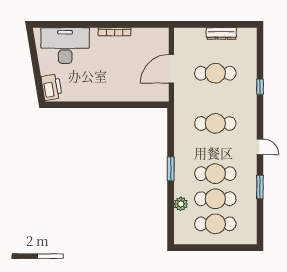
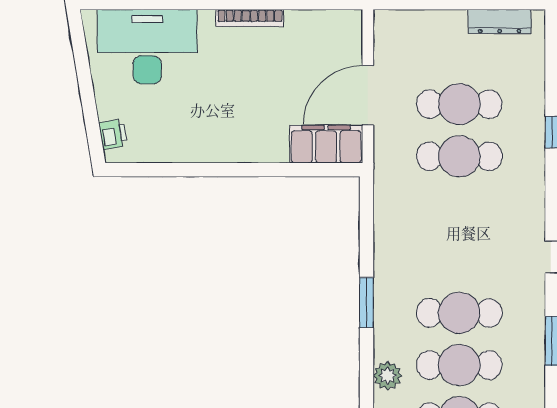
dresser: (221, 33) -> (500, 22), moved
printer: (51, 87) -> (113, 134), width x0.53, depth x0.68
filing cabinet: (151, 92) -> (326, 144), added
cafe table: (215, 123) -> (459, 156), moved

